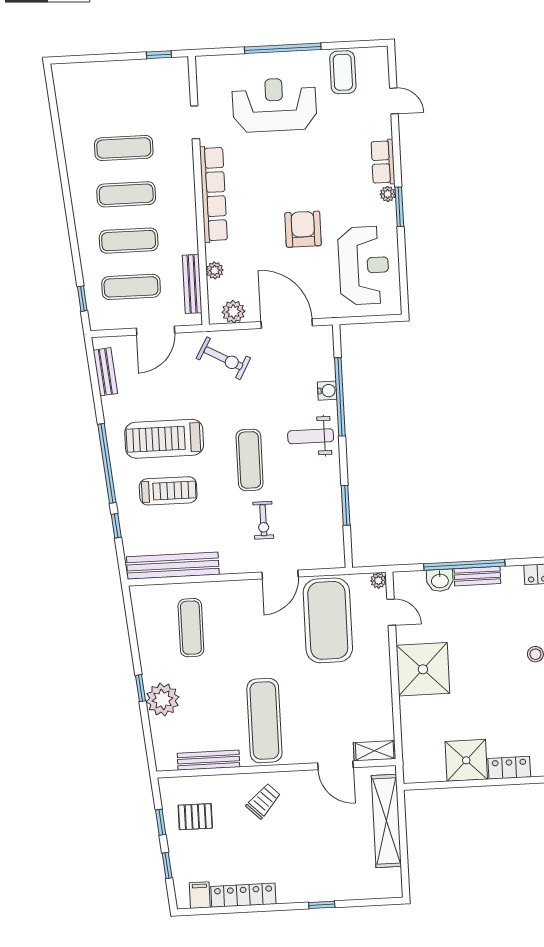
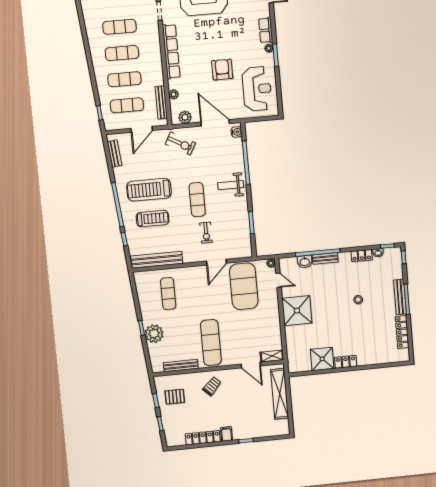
water cooler: (327, 391) -> (237, 132), moved
filing cabinet: (200, 895) -> (226, 434), moved

